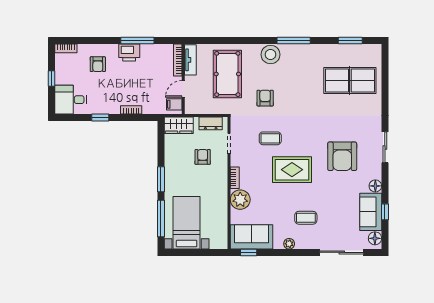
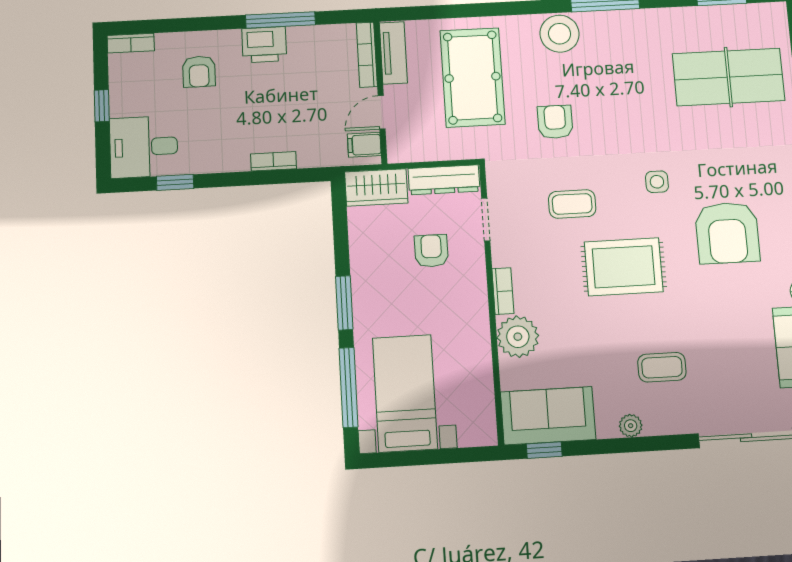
window: (100, 118) -> (175, 182), moved
dresser: (211, 123) -> (444, 180), width x1.44
side table: (311, 130) -> (657, 182), added

